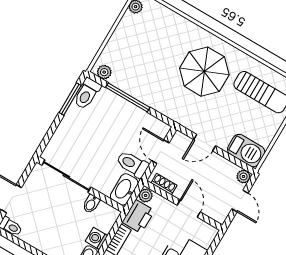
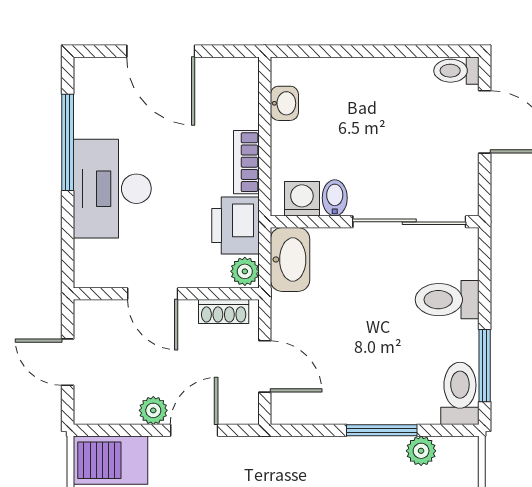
plant: (104, 72) -> (421, 451), moved
window: (128, 97) -> (382, 430), width x0.69
toilet: (132, 164) -> (447, 300), moved, turned 180
plant: (243, 176) -> (153, 410), moved
washing machine: (97, 238) -> (302, 199), moved, turned -90

